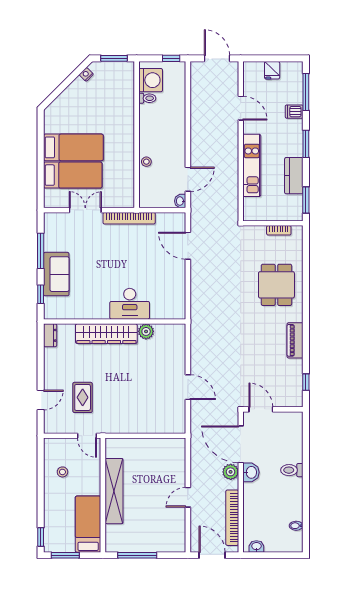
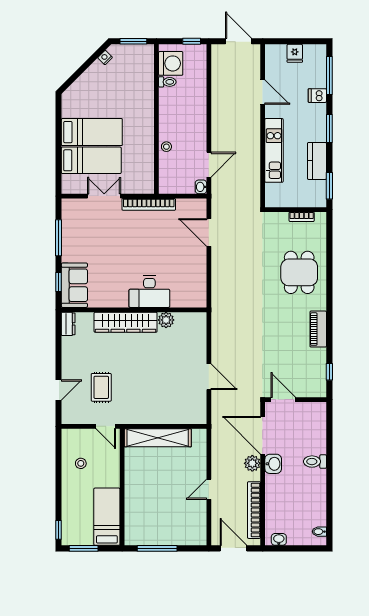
sofa: (56, 274) -> (74, 285), moved
shelving: (114, 491) -> (158, 438), moved, turned 90
bidet: (296, 526) -> (319, 532), moved

